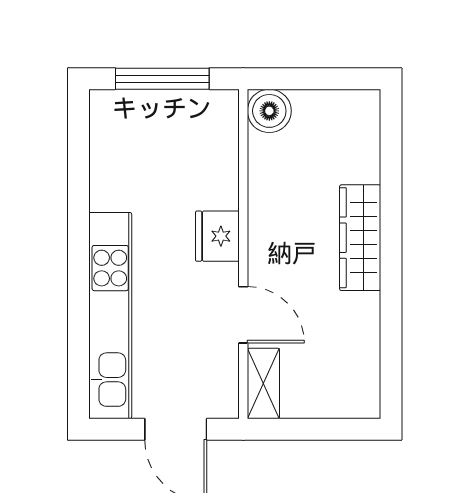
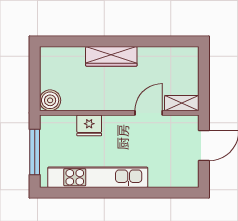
fridge: (217, 236) -> (89, 125), moved
kitchen unit: (110, 316) -> (98, 177), moved

